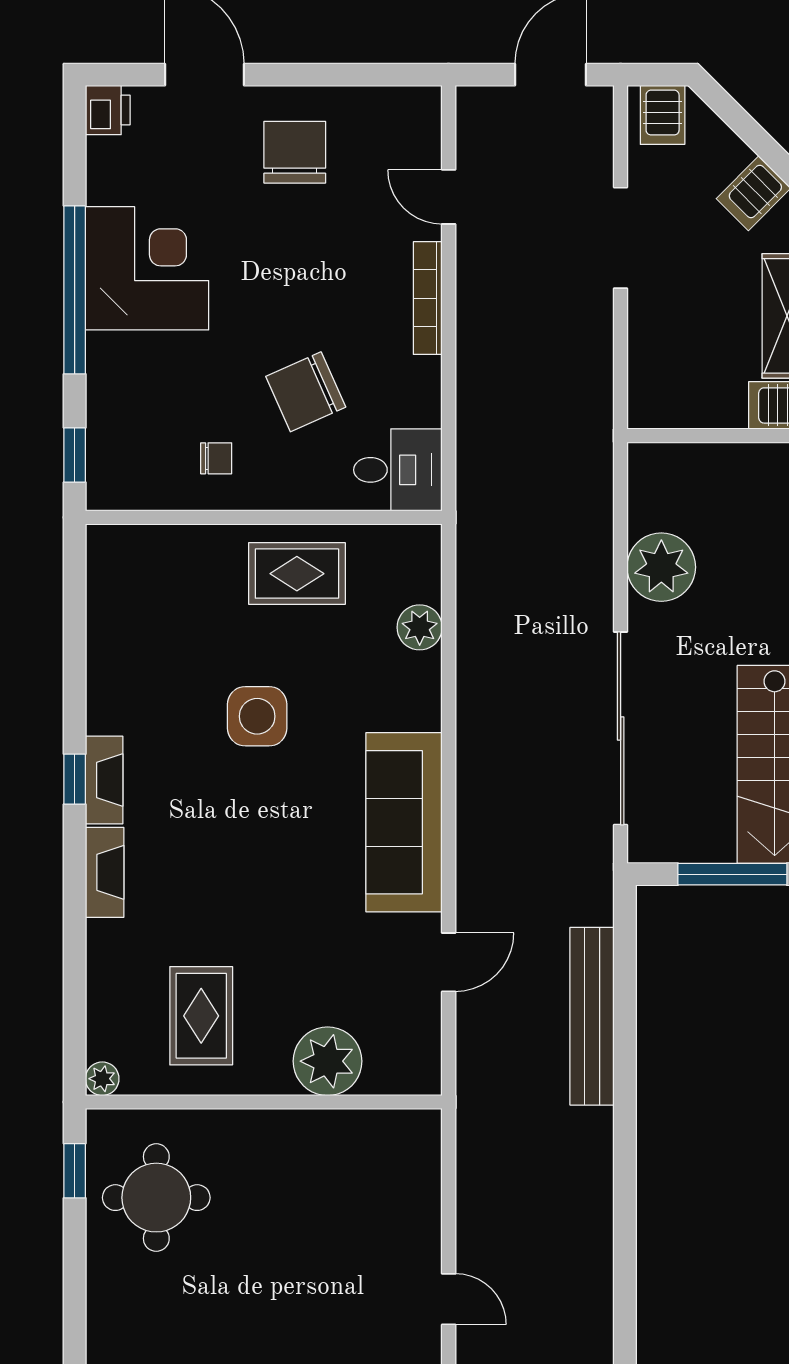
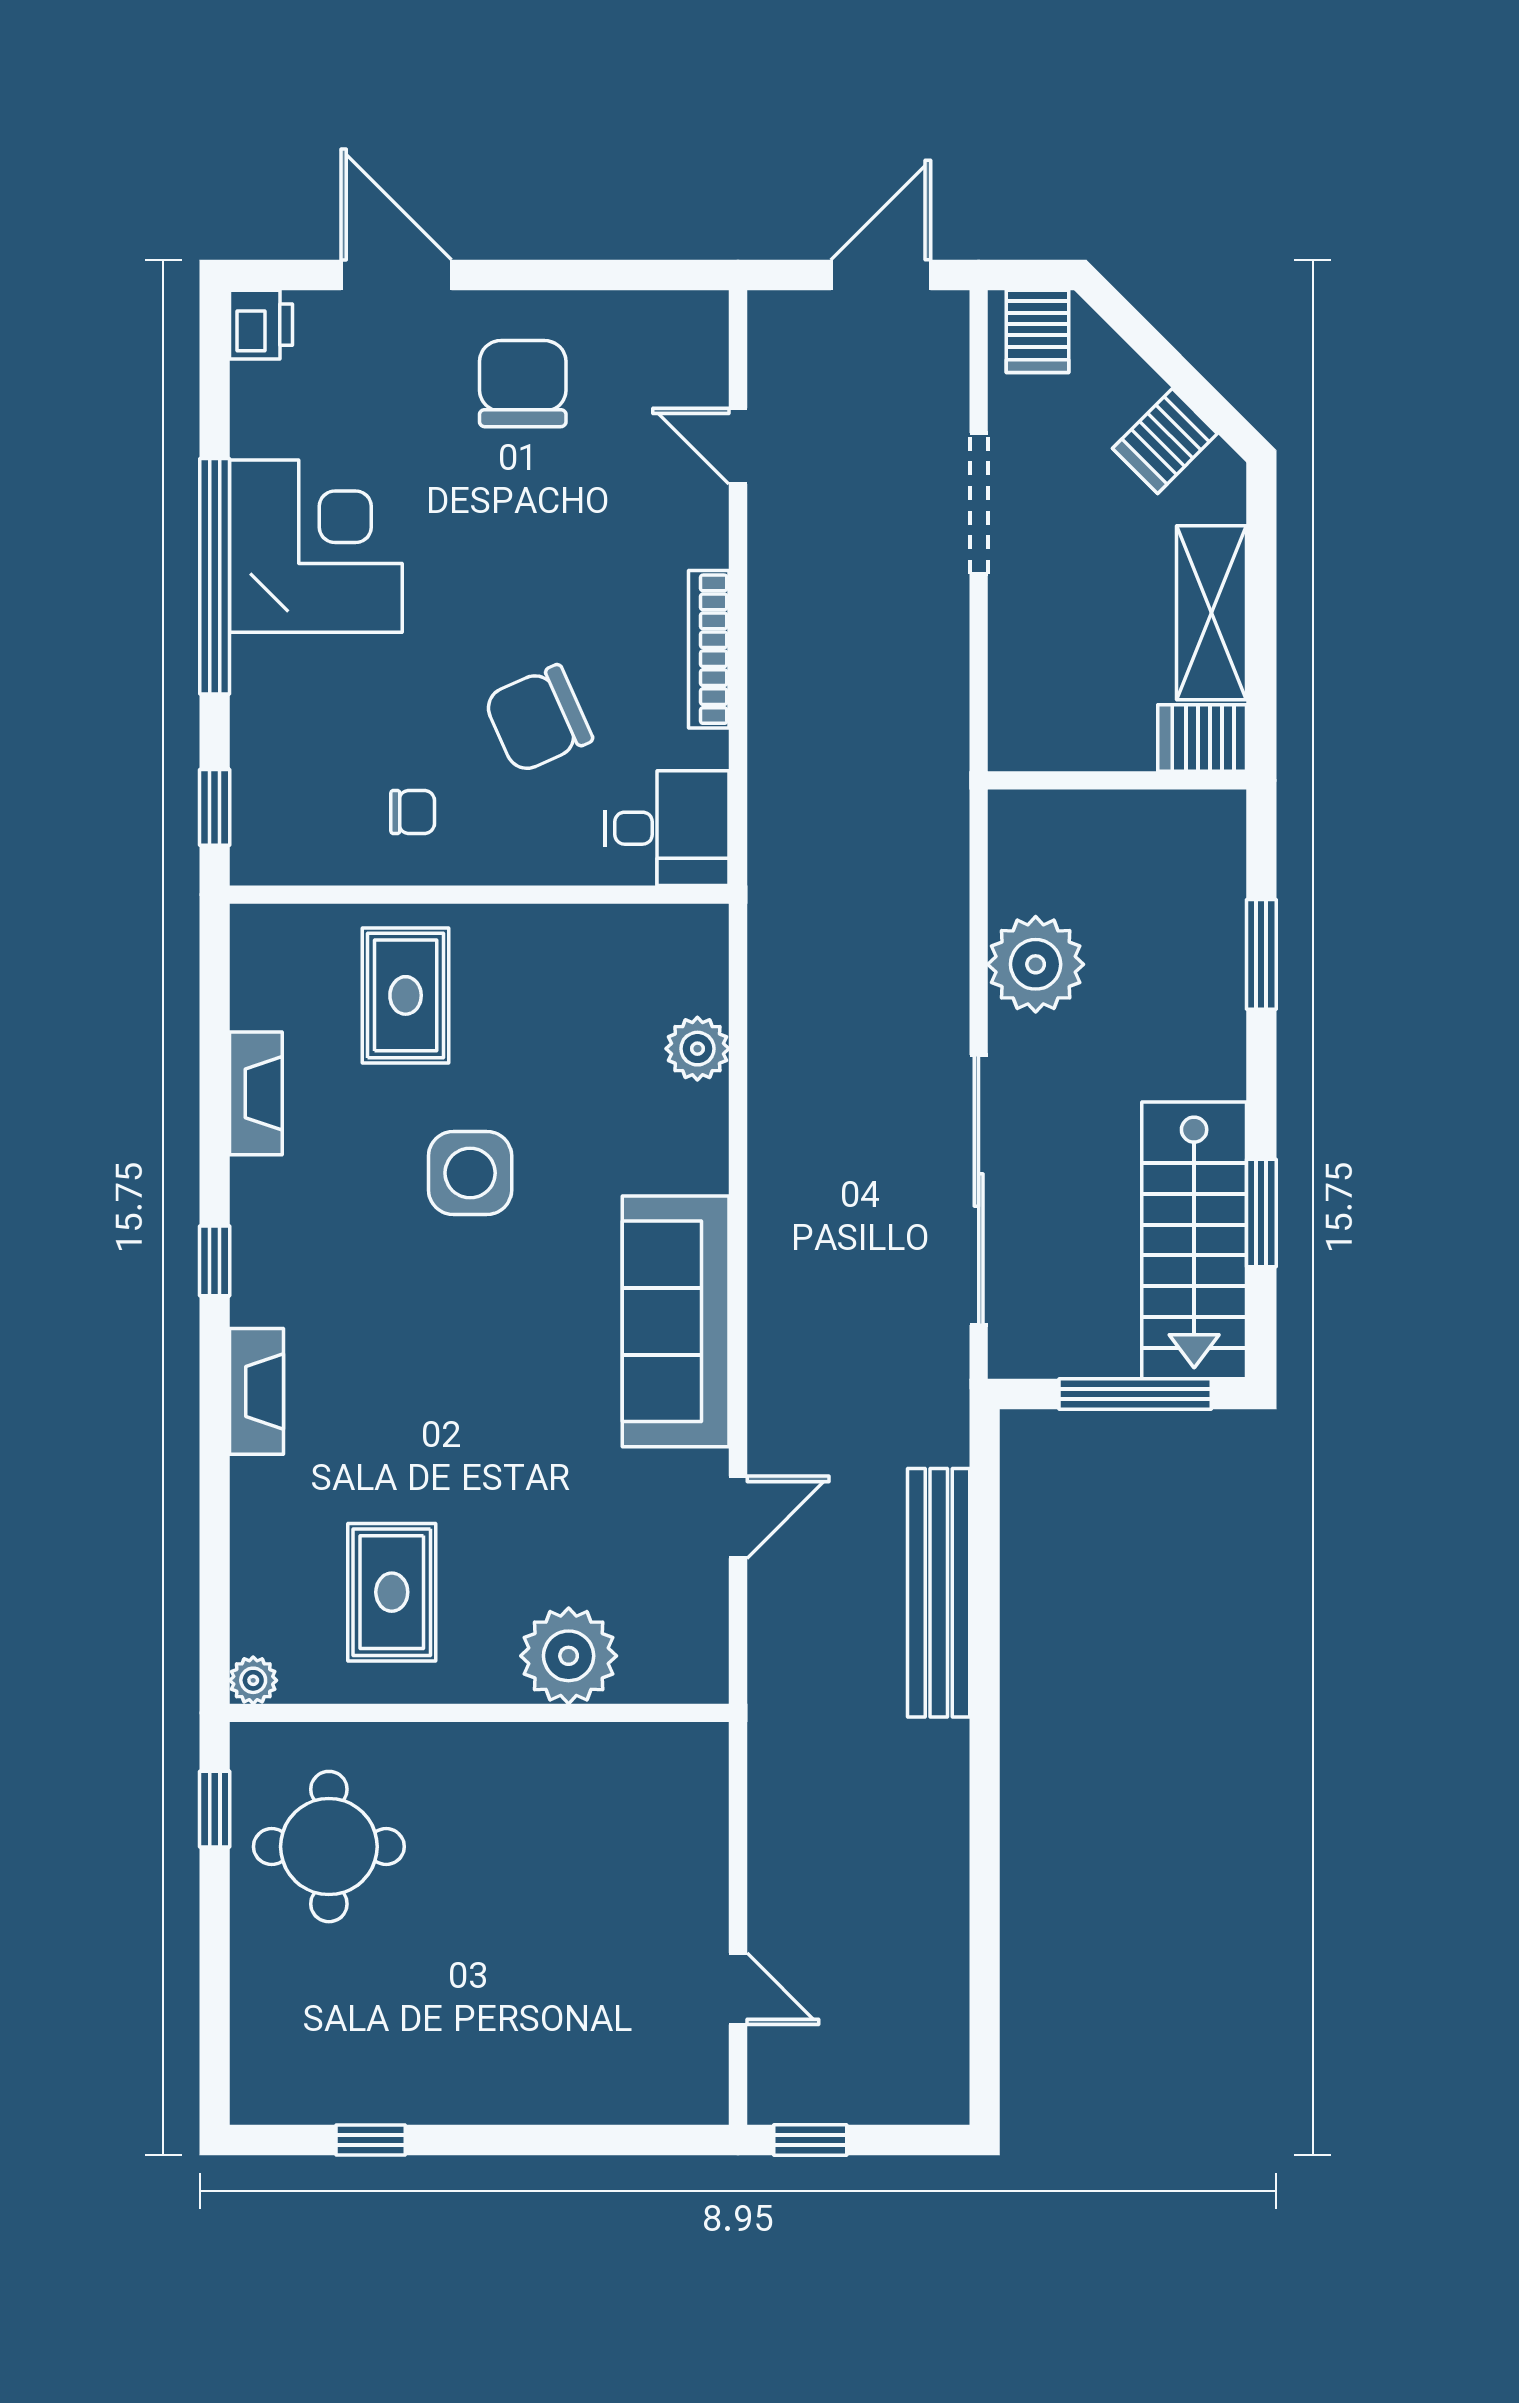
bookcase: (428, 298) -> (709, 649), moved
rug: (297, 574) -> (406, 995), moved, turned 90
fireplace: (104, 780) -> (256, 1093), moved

